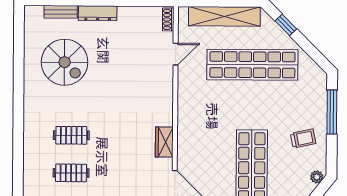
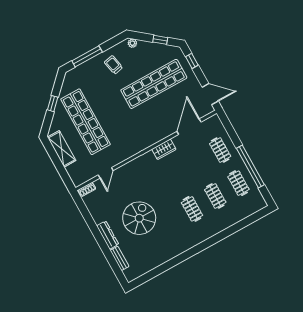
shelving: (224, 16) -> (62, 149), width x0.68
window: (286, 25) -> (53, 104), moved
door: (176, 54) -> (106, 173), swing flipped
spiral stairs: (65, 62) -> (139, 218), moved

